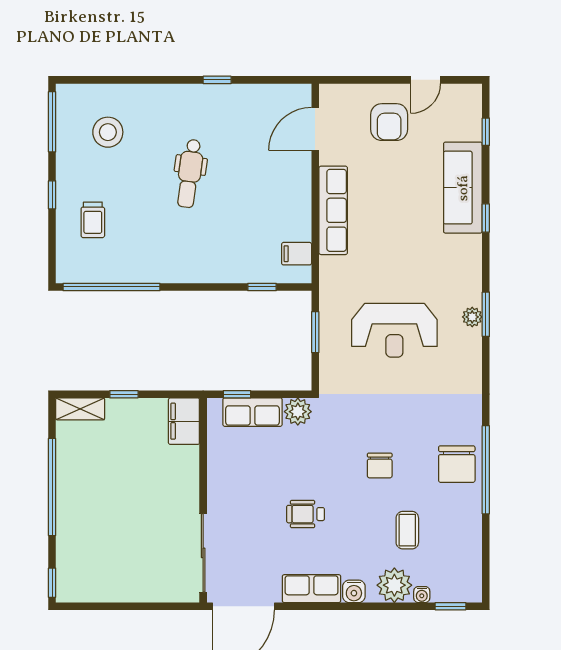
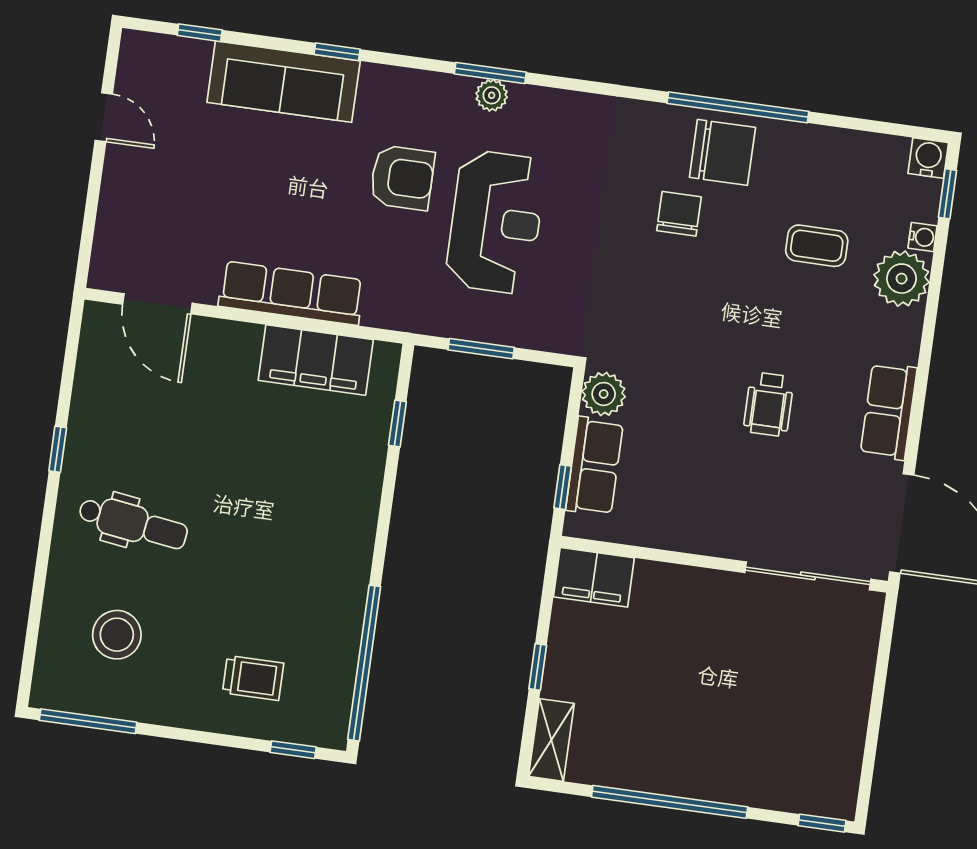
armchair: (389, 122) -> (402, 178), moved
dental chair: (190, 173) -> (133, 523), moved
window: (52, 195) -> (293, 750), moved
filing cabinet: (297, 254) -> (316, 360), width x3.00, depth x1.17
chair: (380, 466) -> (679, 214), moved, turned -90
water cooler: (354, 591) -> (928, 158), moved, turned -90

